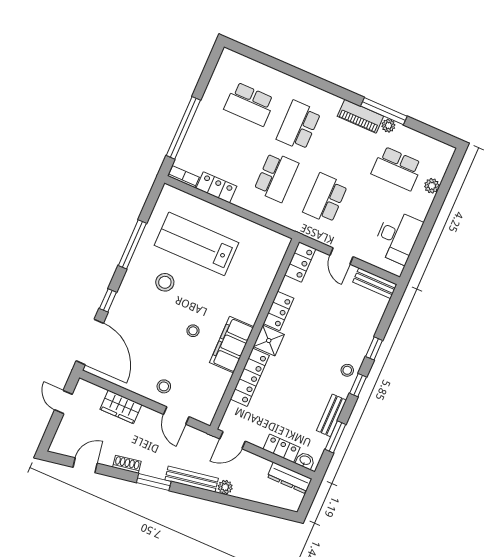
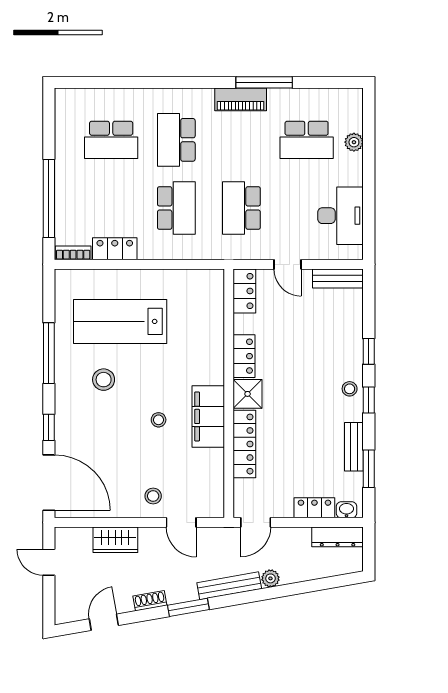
plant: (388, 126) -> (276, 96), removed

